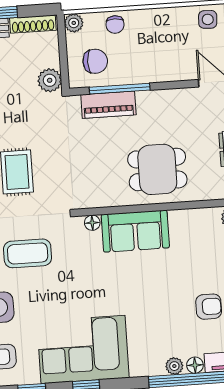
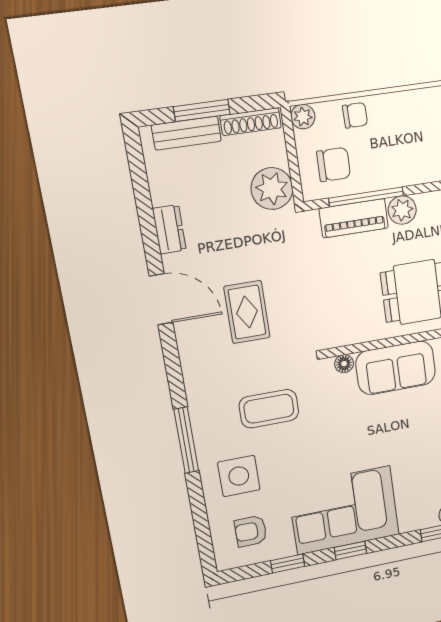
chair: (115, 25) -> (355, 115), turned -91
plant: (50, 80) -> (272, 189), width x1.36, depth x1.36
plant: (148, 102) -> (402, 210), added

